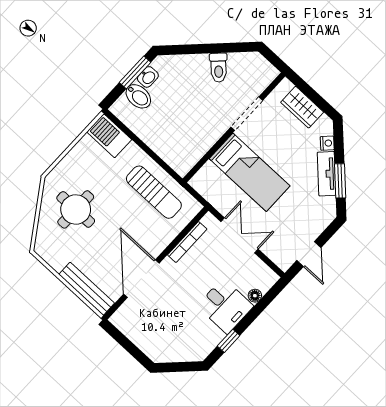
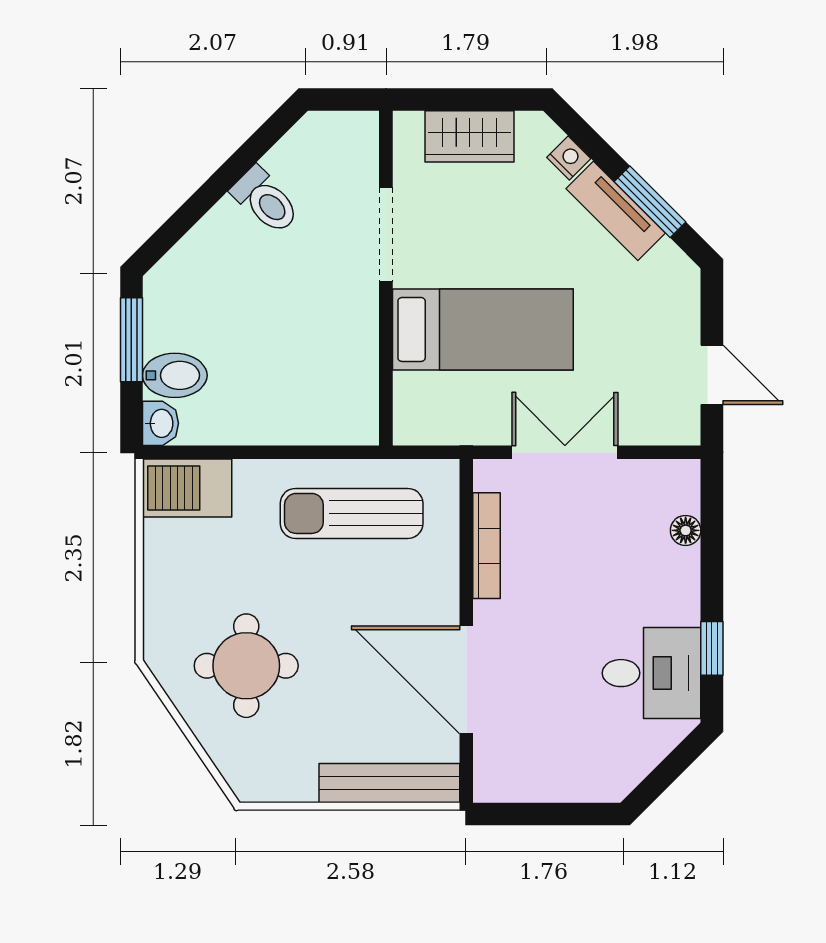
washbasin: (148, 77) -> (161, 423), moved
sun lounger: (154, 192) -> (352, 513), turned 180
desk: (225, 306) -> (652, 673), moved

